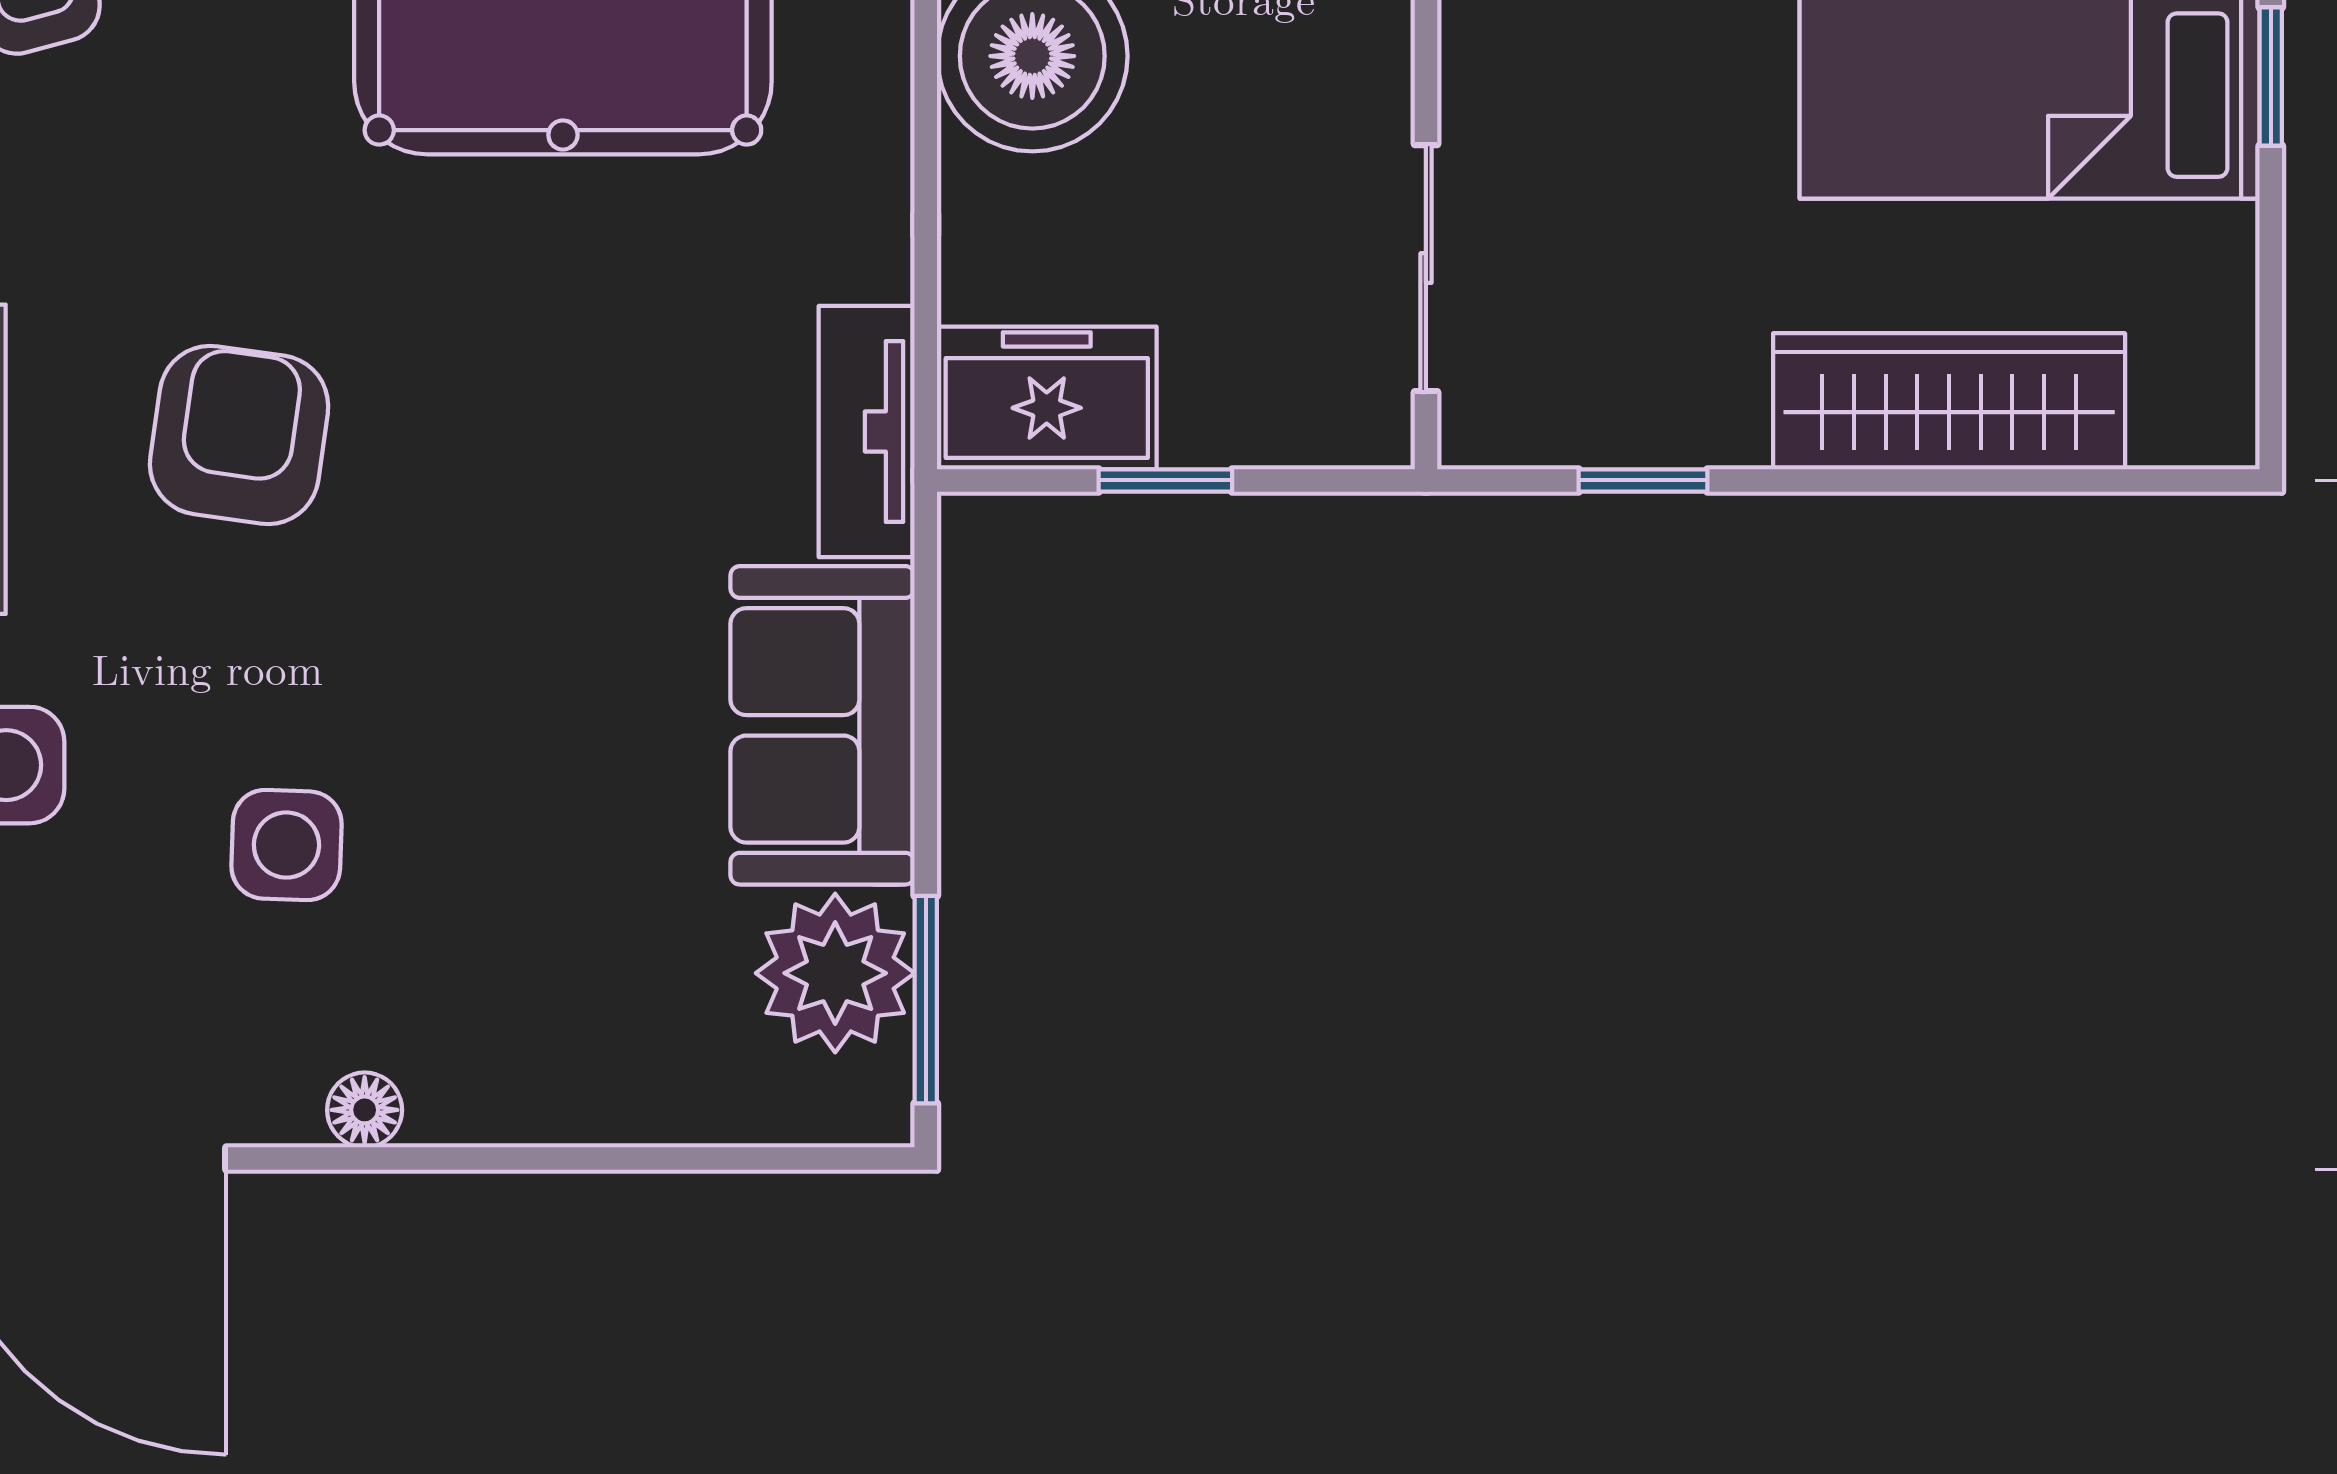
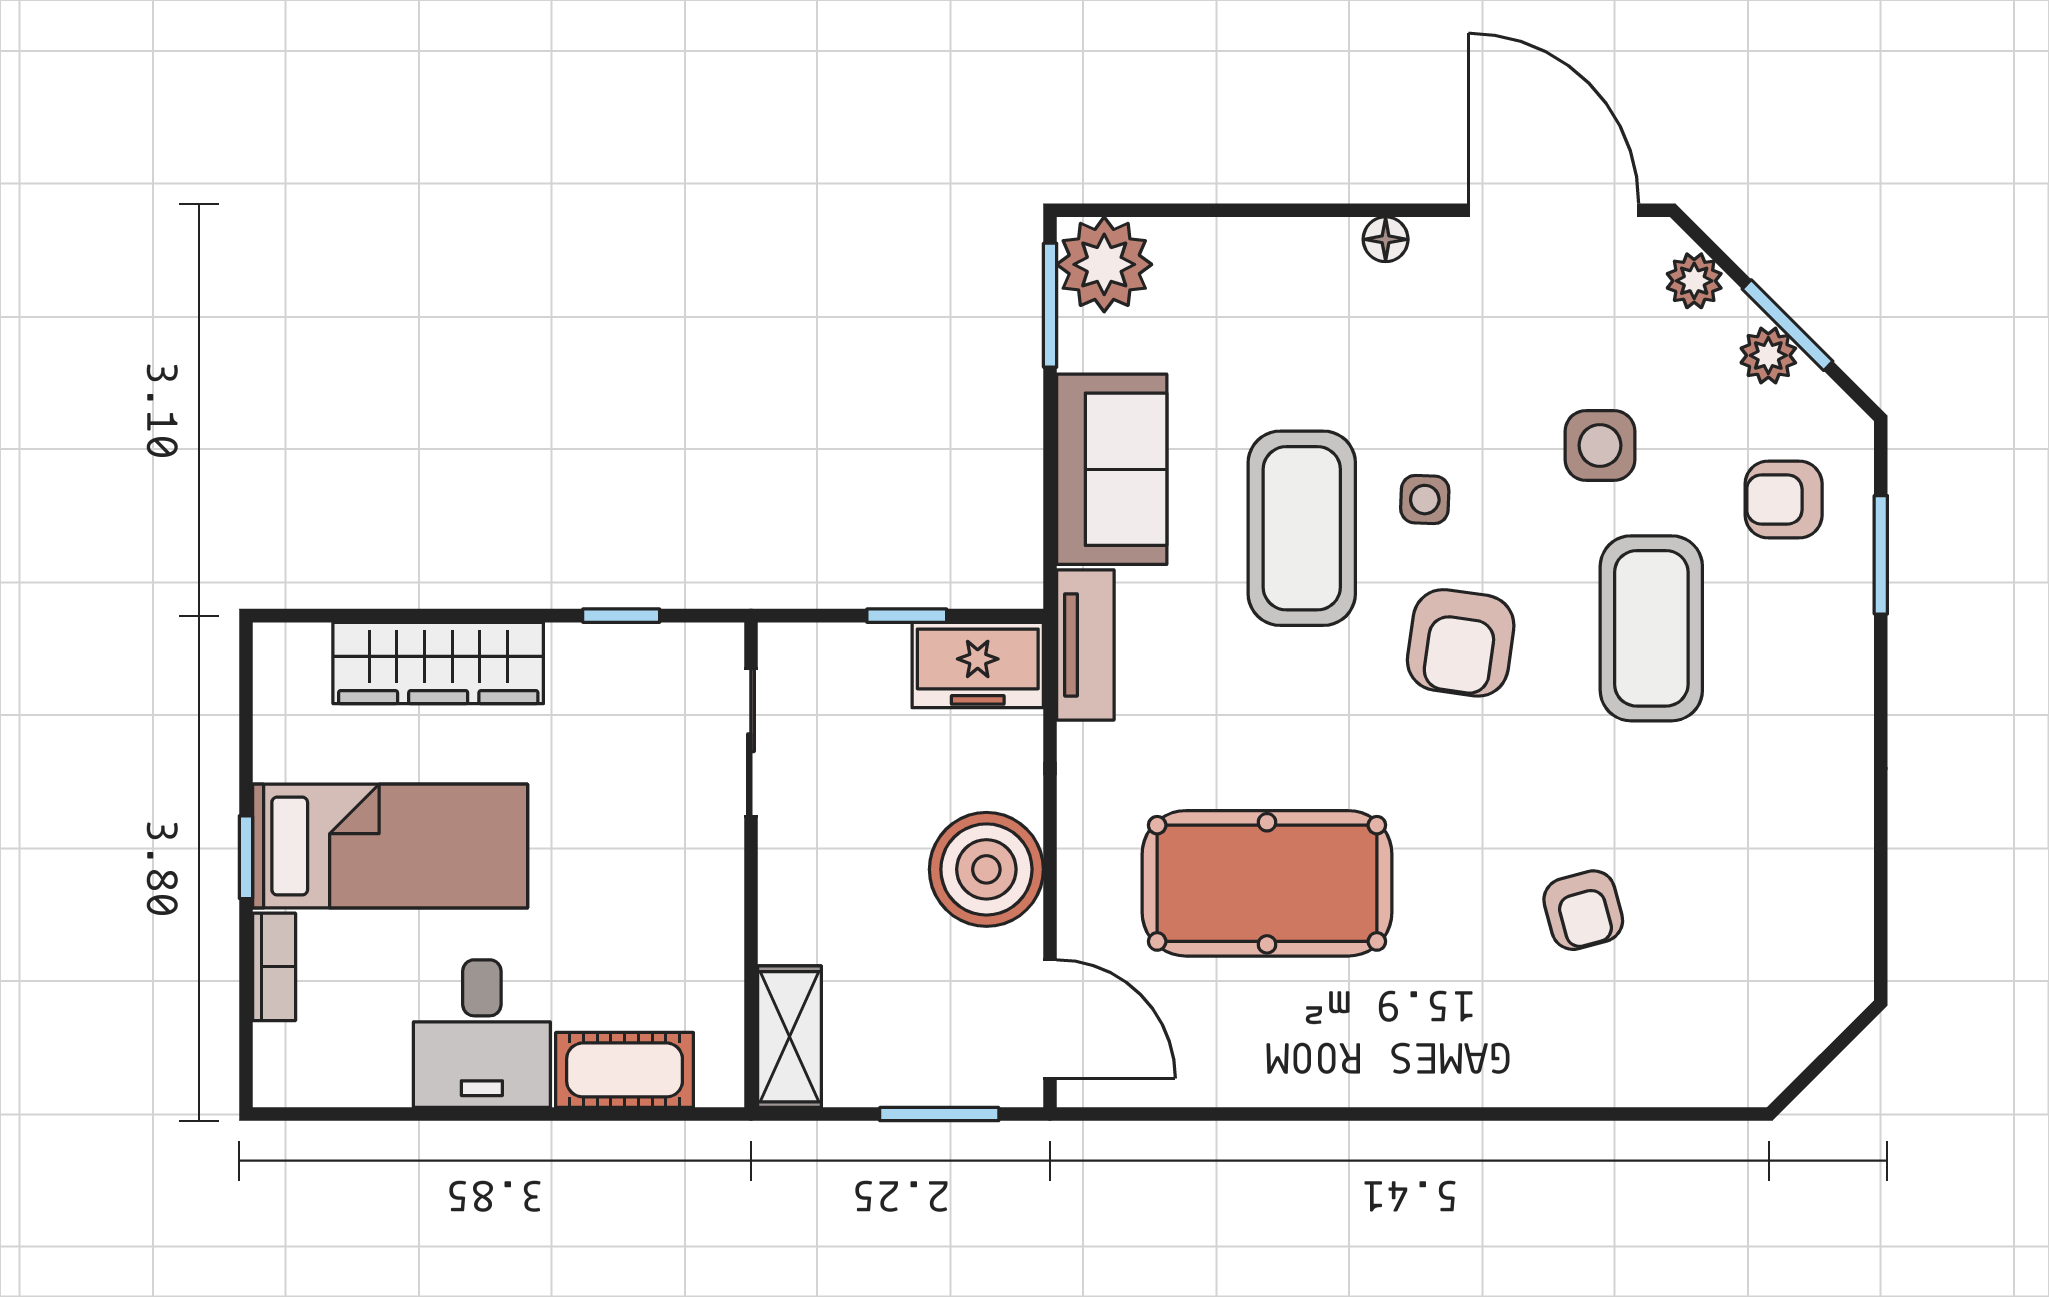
coffee table: (505, 627) -> (1302, 528), added
side table: (286, 845) -> (1425, 500), moved, width x0.73, depth x0.73
plant: (835, 973) -> (1104, 264), moved

